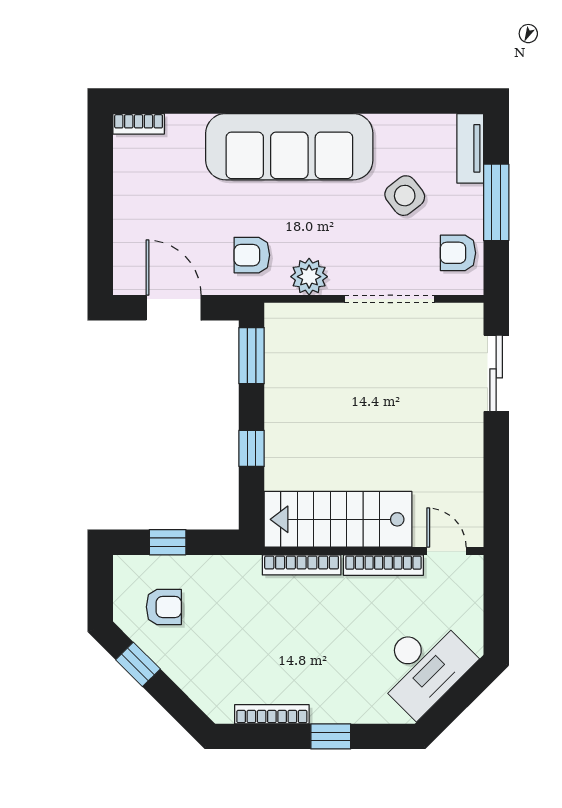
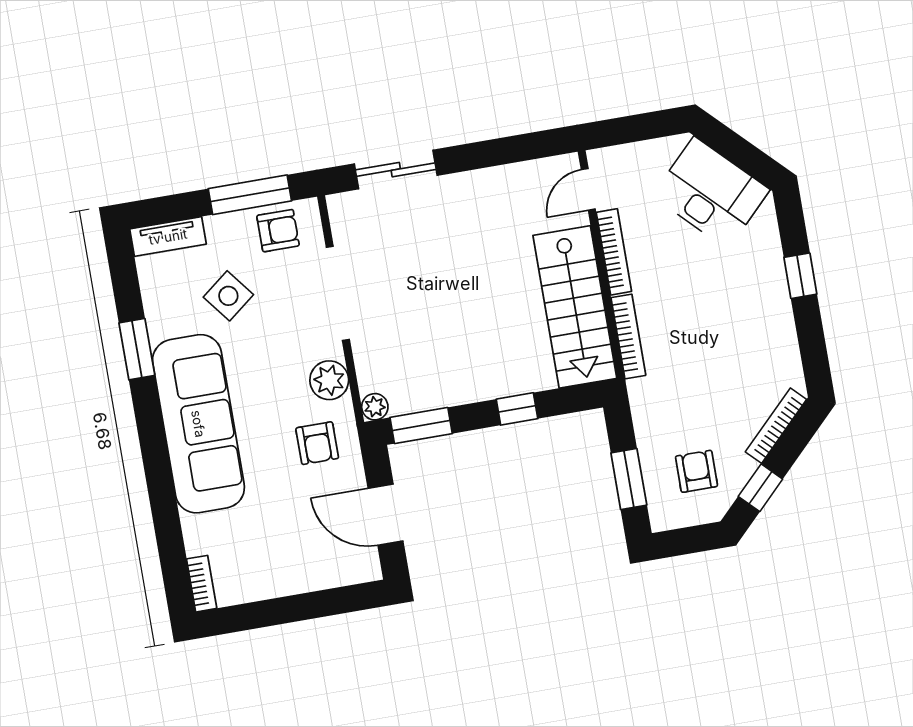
window: (369, 101) -> (137, 349), added
window: (496, 202) -> (250, 195), moved
armchair: (458, 253) -> (278, 231), turned -90
door: (174, 308) -> (385, 515), hinge flipped
plant: (277, 315) -> (375, 407), added
window: (168, 542) -> (629, 479), width x1.50
bookcase: (272, 714) -> (776, 426), moved, turned 45

